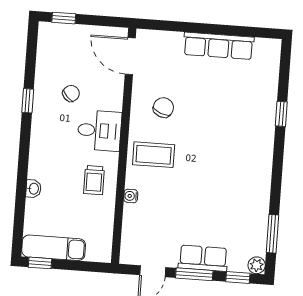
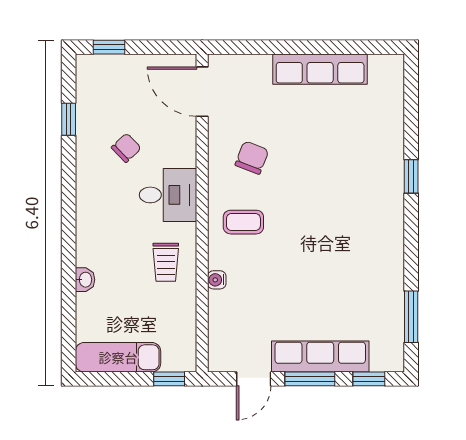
window: (28, 101) -> (69, 119), moved
window: (281, 114) -> (411, 176), moved
coffee table: (154, 155) -> (243, 222), width x0.73, depth x0.77
row of seats: (203, 258) -> (320, 356), width x1.48
window: (40, 263) -> (169, 379), moved
plant: (257, 265) -> (393, 361), removed

